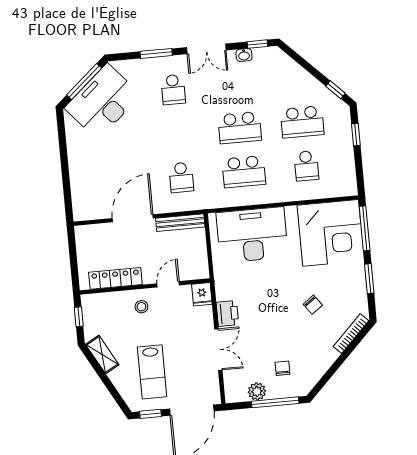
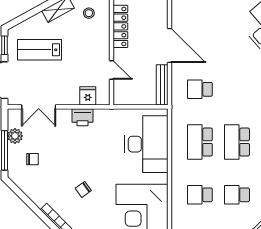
school desk: (302, 122) -> (237, 195), width x0.54
fridge: (202, 294) -> (88, 96), moved, turned 90
stool: (141, 307) -> (89, 13), moved
double door: (218, 350) -> (39, 107), moved

